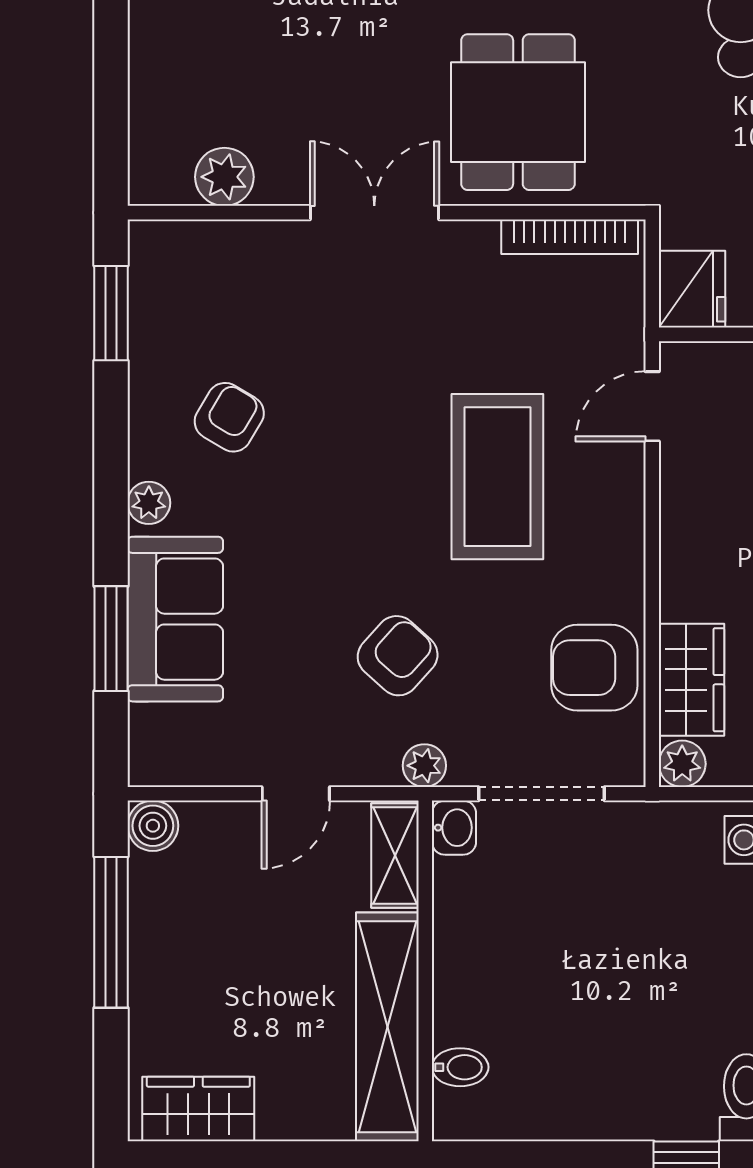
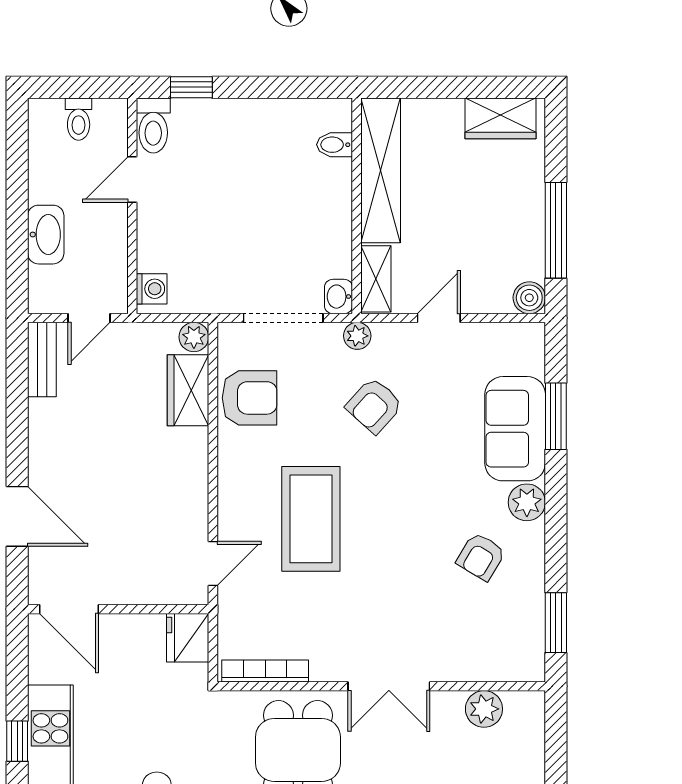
plant: (149, 503) -> (527, 502), width x1.38, depth x1.38

